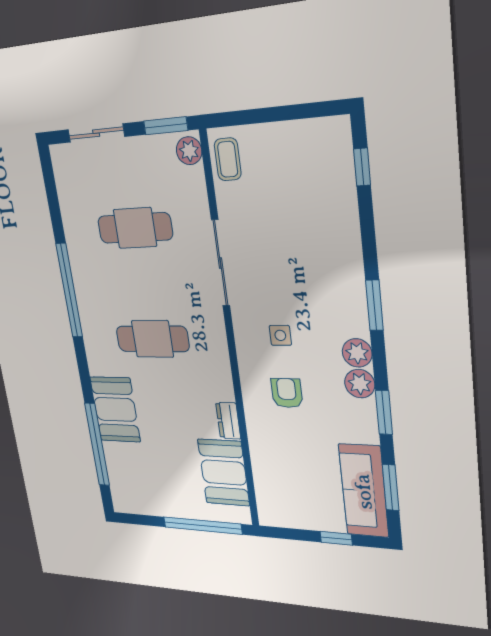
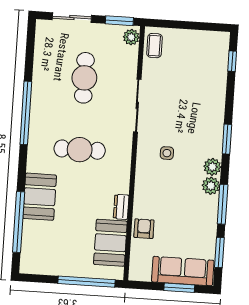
cafe table: (135, 228) -> (84, 78), turned 90
armchair: (287, 393) -> (144, 229), moved
window: (384, 412) -> (223, 204), width x1.44
sofa: (364, 491) -> (183, 271), moved, turned 90
window: (336, 538) -> (179, 288), width x1.50

